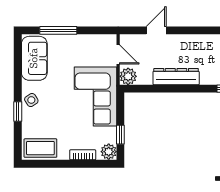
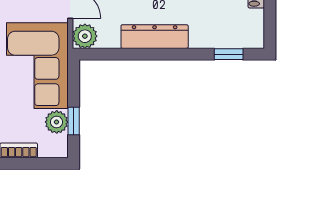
plant: (109, 152) -> (57, 122), moved

